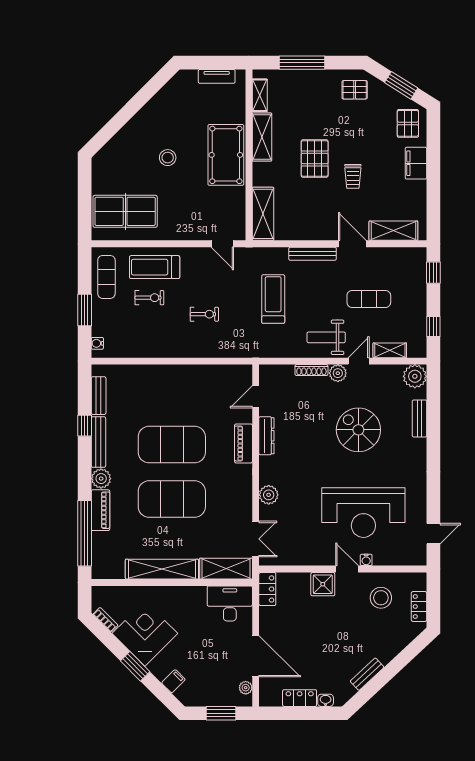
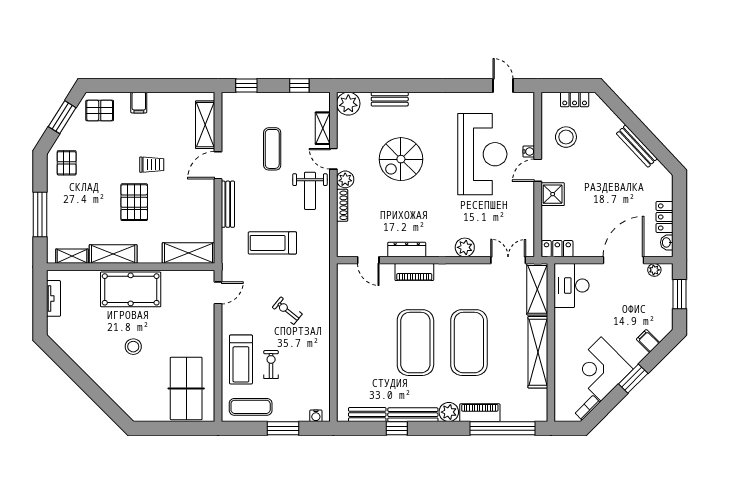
pallet: (315, 158) -> (134, 202), turned 90
filing cabinet: (416, 163) -> (139, 103), width x0.50
exercise bike: (204, 314) -> (287, 311), turned -51
bench: (367, 674) -> (637, 146), width x1.36
washbasin: (326, 700) -> (667, 242), moved

